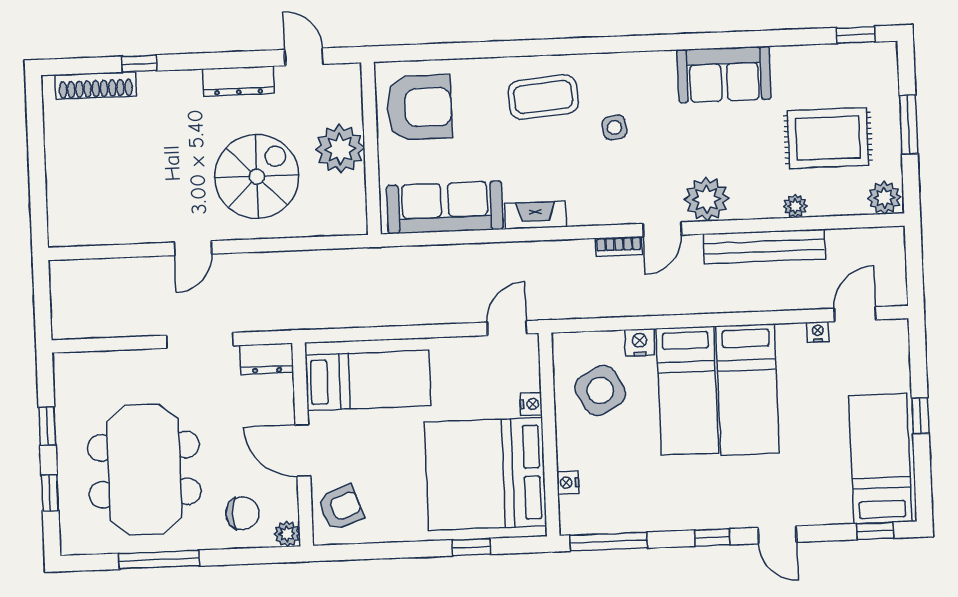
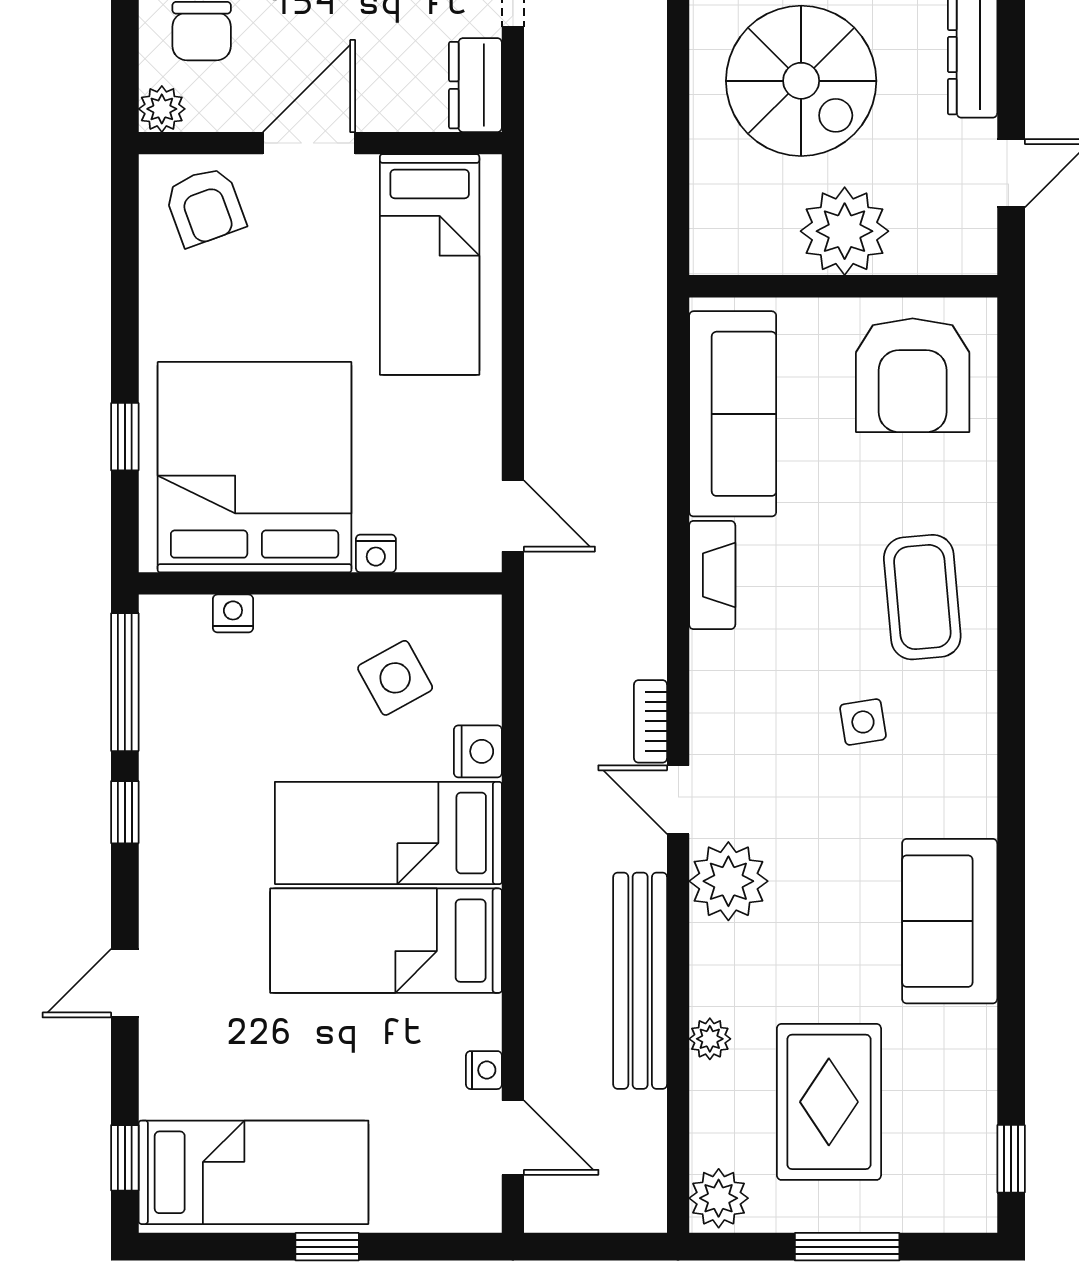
side table: (600, 390) -> (395, 678), width x0.73, depth x0.73
window: (712, 537) -> (125, 812), moved

